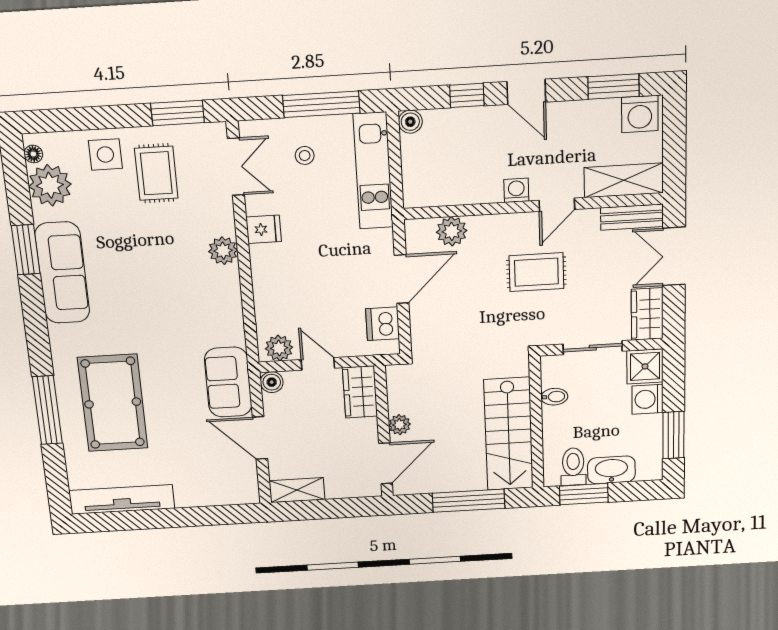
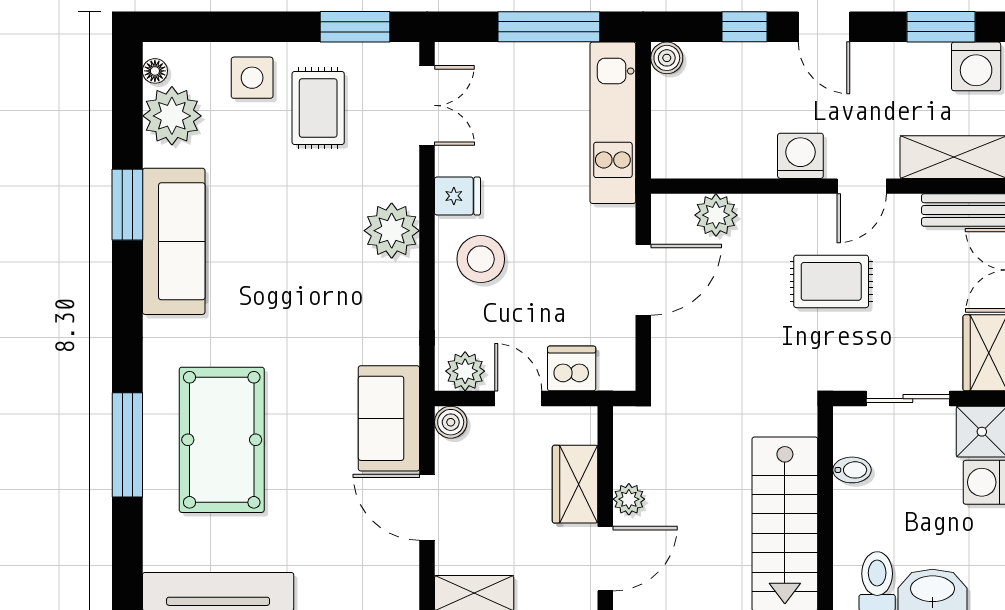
stool: (305, 155) -> (481, 259), moved, width x1.89, depth x1.89
washing machine: (516, 190) -> (800, 156), width x1.38, depth x1.38
plant: (223, 251) -> (392, 231), width x1.36, depth x1.36
dishwasher: (383, 324) -> (572, 368), moved, turned 90
wardrobe: (360, 392) -> (575, 484), moved

